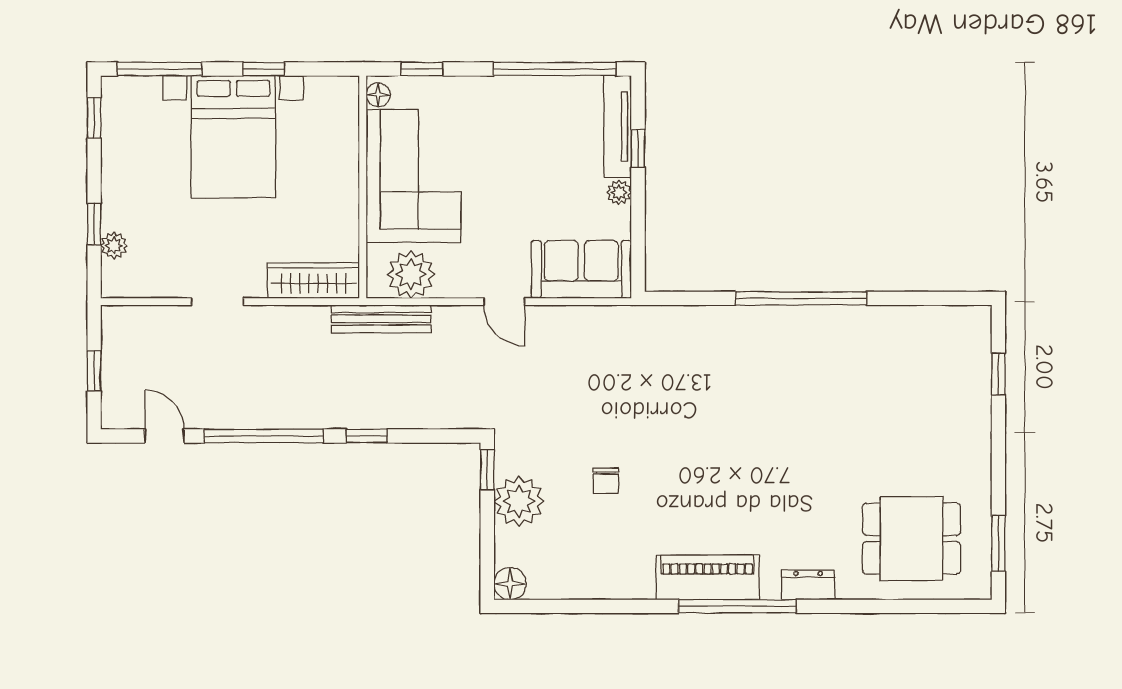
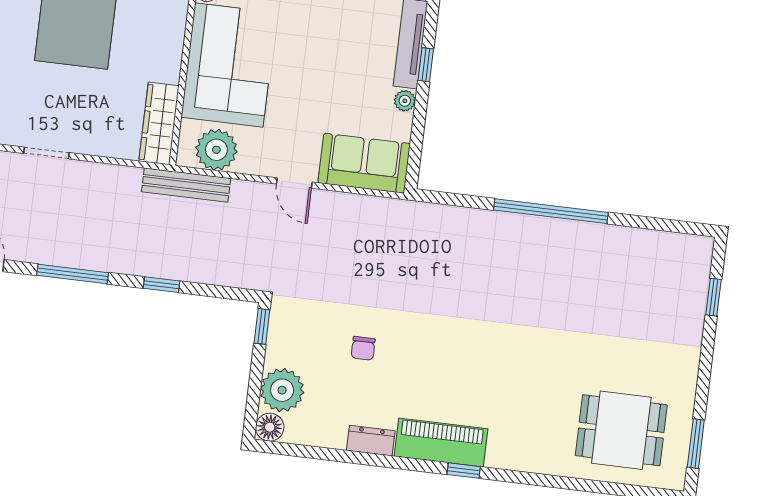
wardrobe: (314, 281) -> (159, 123), moved, turned -90
window: (264, 436) -> (72, 274), width x0.68
plant: (519, 501) -> (282, 390), moved
dresser: (808, 585) -> (371, 441), moved
window: (737, 606) -> (464, 471), width x0.32

